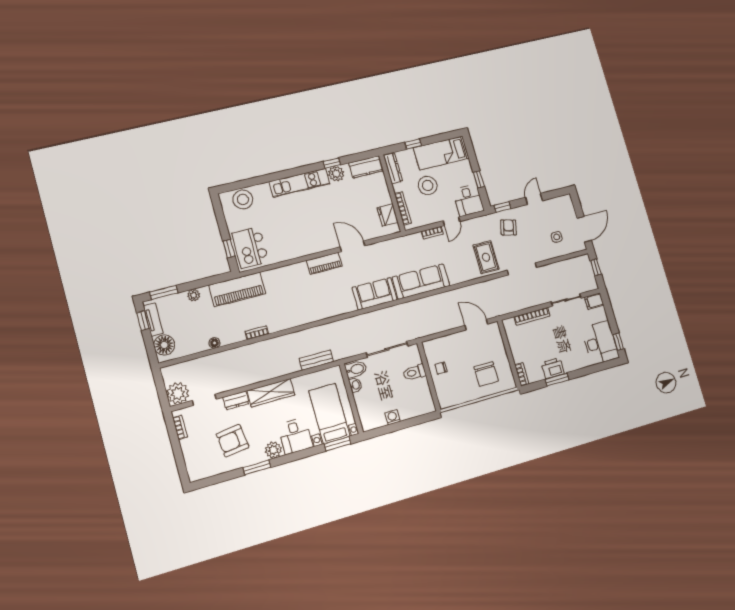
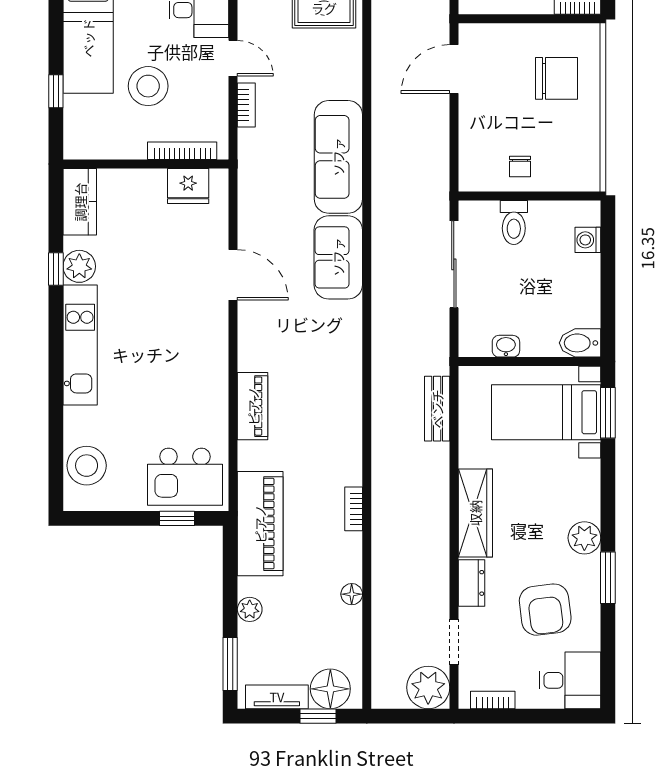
dresser: (393, 168) -> (96, 147), removed
door: (353, 246) -> (233, 275), swing flipped
piano: (324, 263) -> (253, 406), moved
window: (143, 320) -> (318, 716), moved
bidet: (356, 369) -> (580, 343), moved, turned -90
washing machine: (392, 417) -> (588, 240), moved
desk: (295, 436) -> (570, 680), moved

